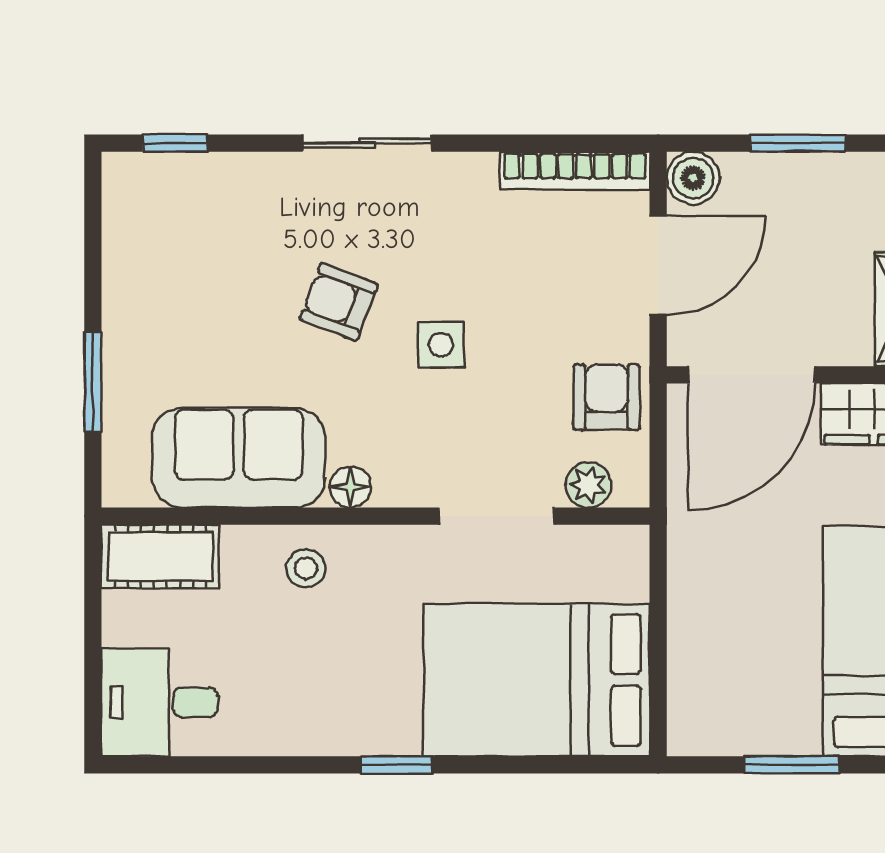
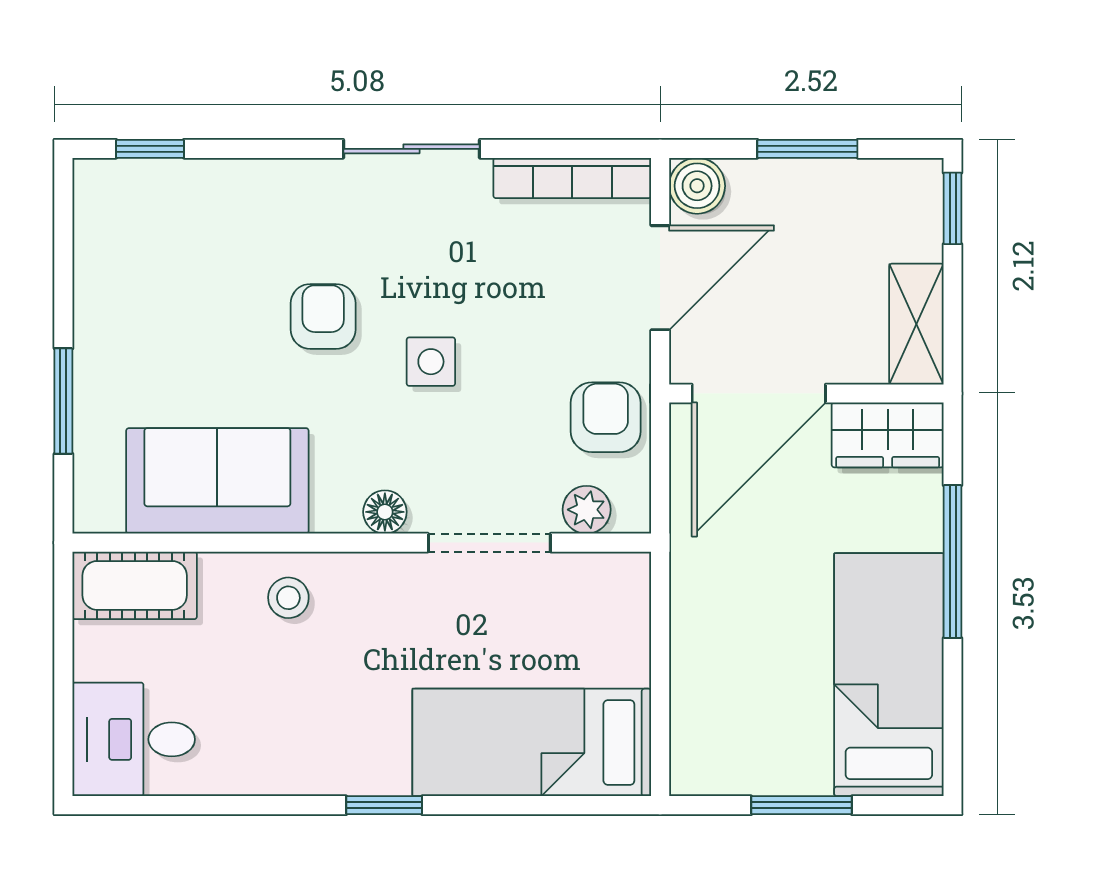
sliding door: (367, 143) -> (411, 149), moved
armchair: (339, 302) -> (323, 316), turned 69
floor lamp: (350, 487) -> (385, 512), moved
bed: (537, 680) -> (532, 742), width x0.67

